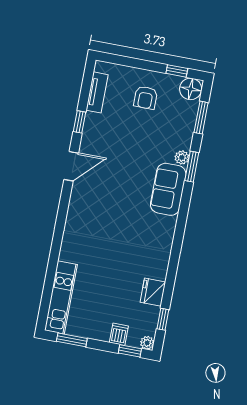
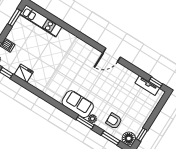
armchair: (146, 98) -> (114, 121), moved
window: (80, 122) -> (156, 83), moved
door: (71, 166) -> (112, 55), hinge flipped

